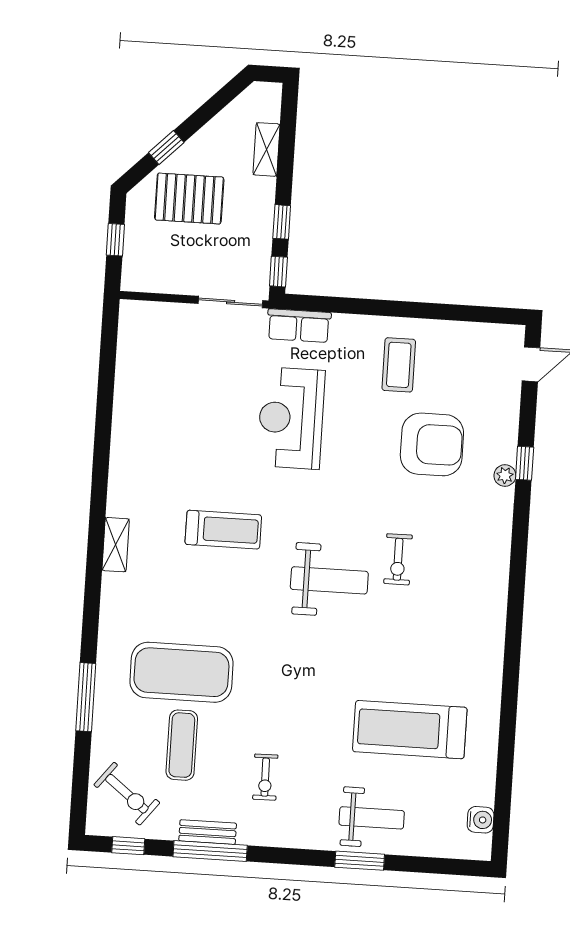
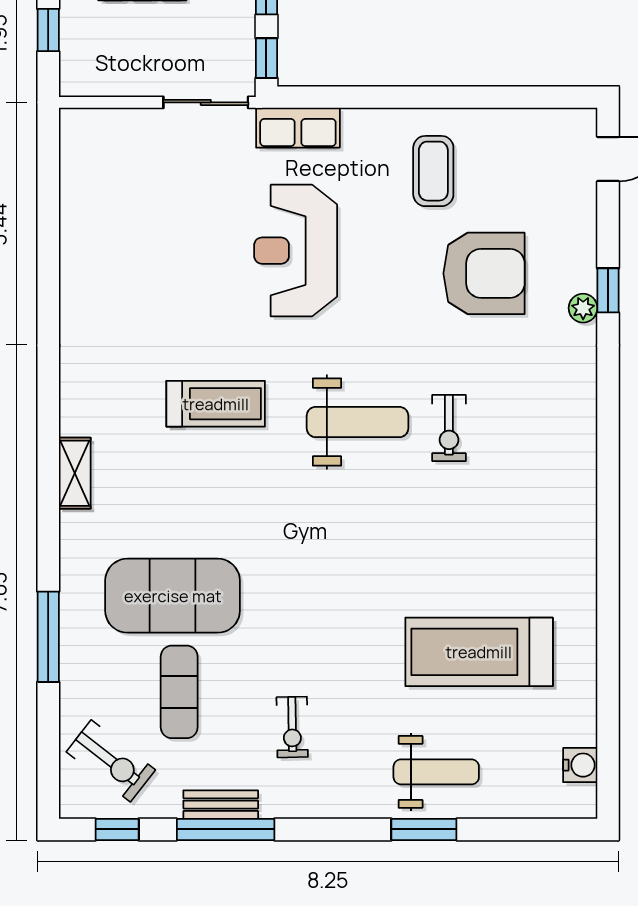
shelving: (116, 545) -> (75, 473), moved
weight bench: (329, 580) -> (357, 422), moved

